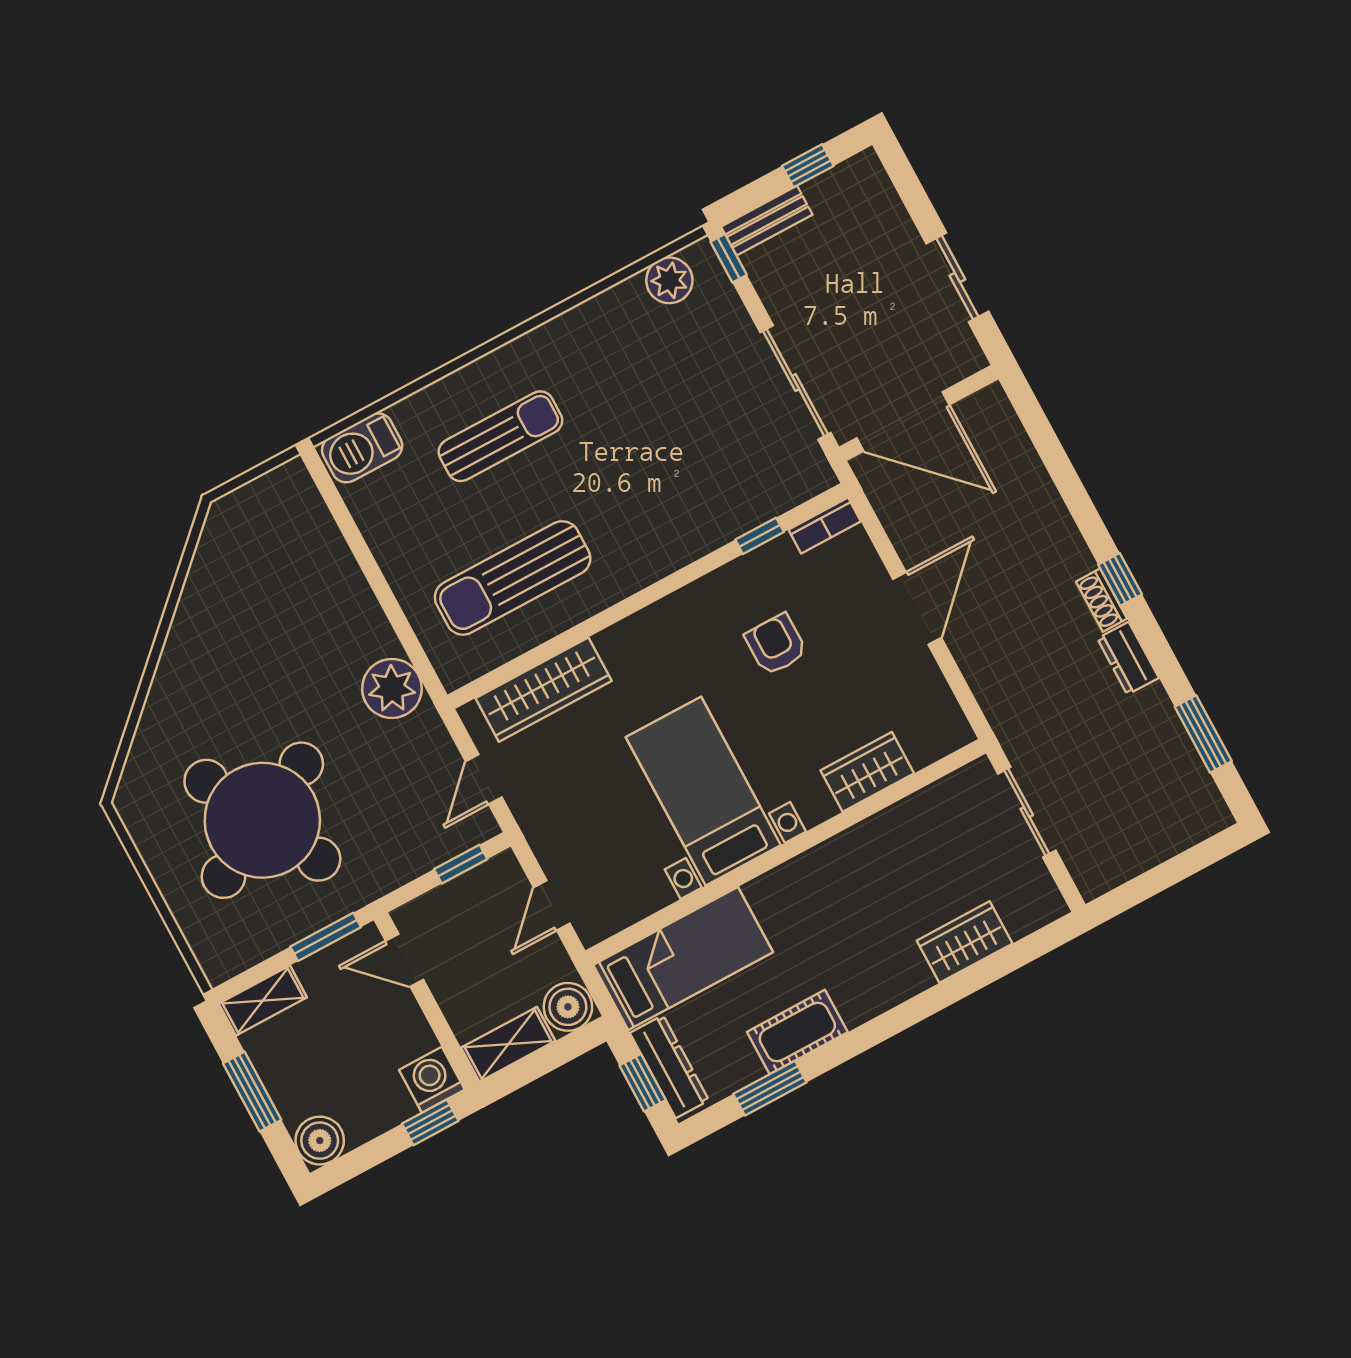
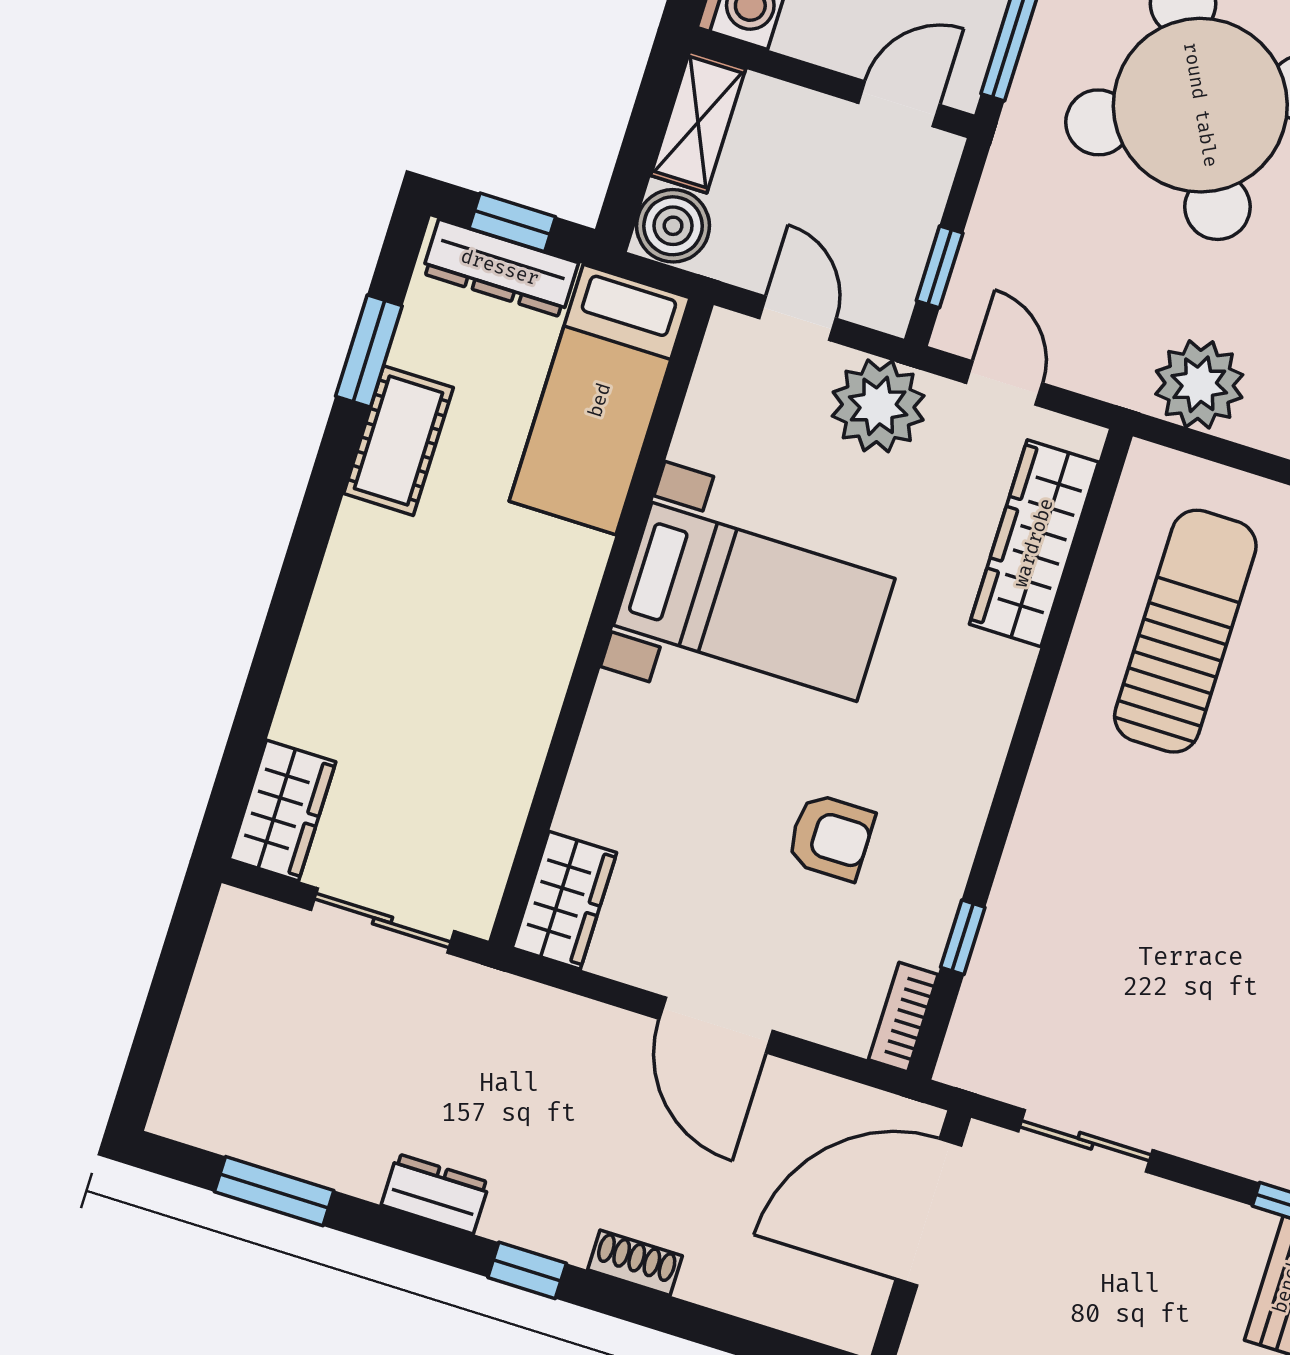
sliding door: (796, 383) -> (1086, 1141), width x0.73
shoe rack: (1101, 600) -> (635, 1263), moved
wardrobe: (867, 772) -> (564, 900), moved
plant: (554, 827) -> (878, 406), added
wardrobe: (965, 942) -> (282, 810), moved

